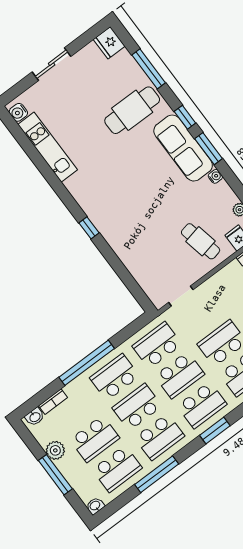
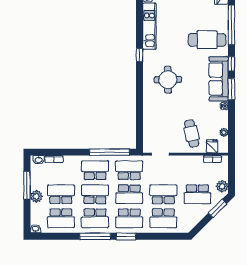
window: (149, 69) -> (231, 25), width x1.46
round table: (121, 196) -> (168, 80), added
window: (89, 228) -> (139, 55), moved
window: (87, 363) -> (109, 152), moved
school desk: (95, 439) -> (61, 194), turned 180
plant: (55, 450) -> (36, 196), moved
window: (157, 474) -> (95, 236), moved
window: (55, 475) -> (27, 185), moved

